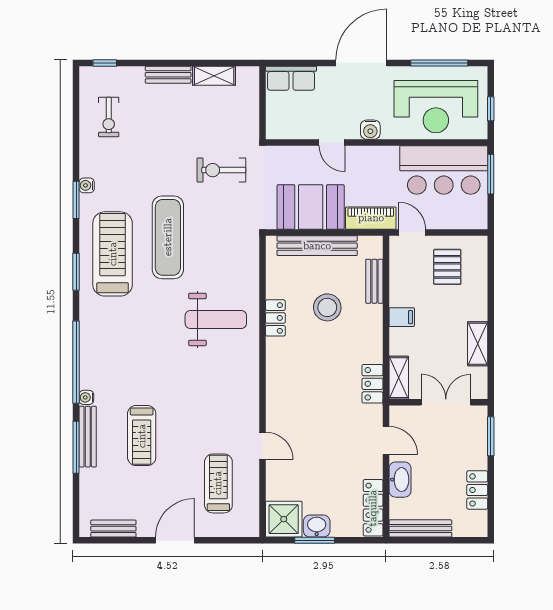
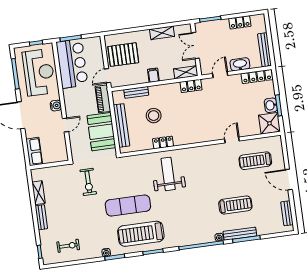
pallet: (447, 267) -> (123, 55), width x1.50, depth x1.42

